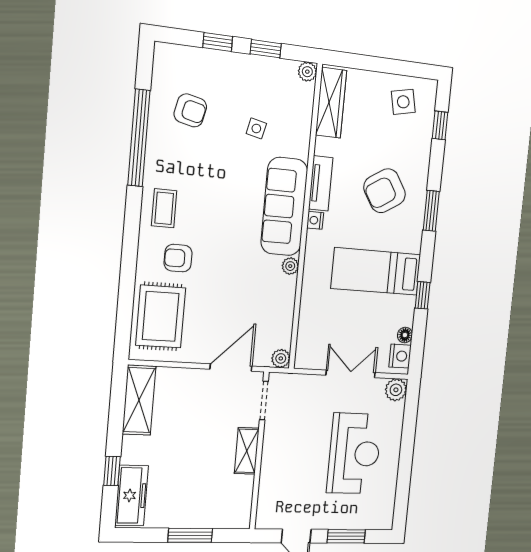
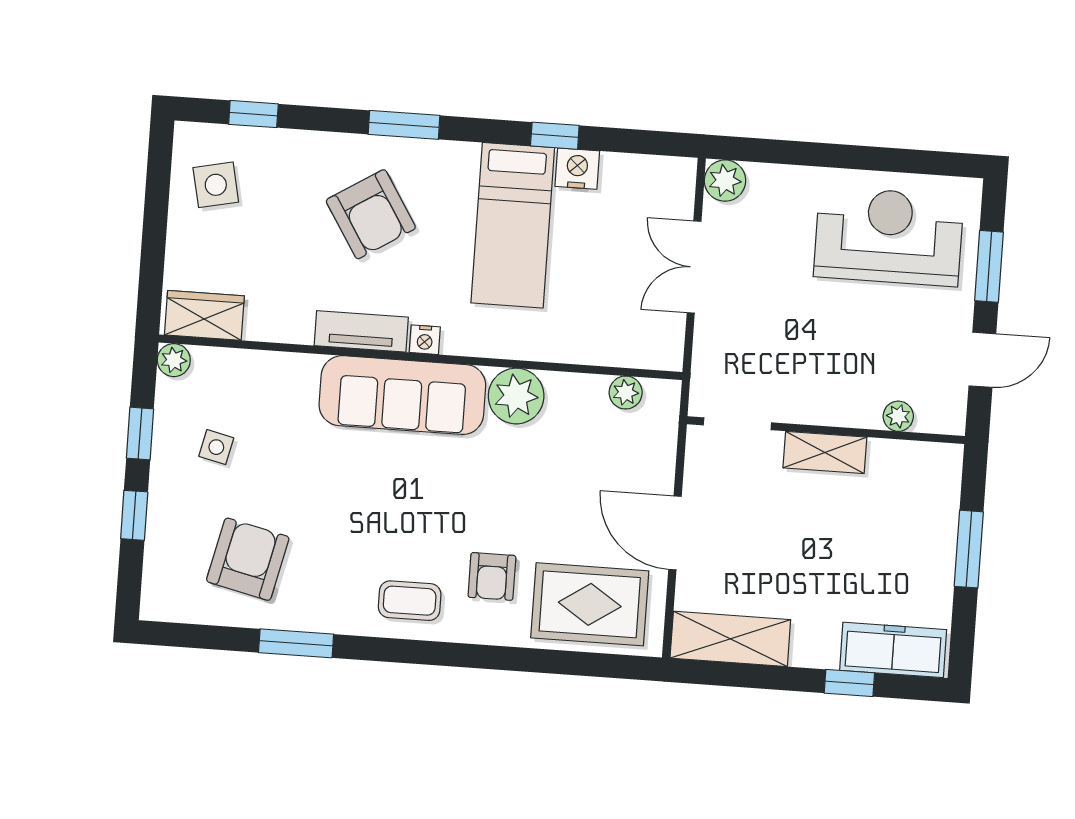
wardrobe: (331, 103) -> (204, 315), width x0.67
armchair: (190, 110) -> (248, 559), width x1.38, depth x1.38
side table: (256, 128) -> (216, 447), moved
window: (139, 138) -> (296, 643), width x0.47
plant: (290, 266) -> (516, 396), width x1.88, depth x1.88
floor lamp: (405, 335) -> (626, 167), removed
nightstand: (400, 356) -> (577, 169), moved
plant: (281, 358) -> (626, 392), moved
door: (231, 368) -> (675, 533), moved
reception desk: (354, 454) -> (889, 236), moved
plant: (266, 491) -> (898, 416), added

